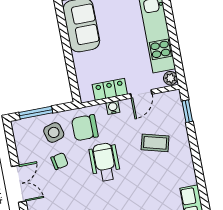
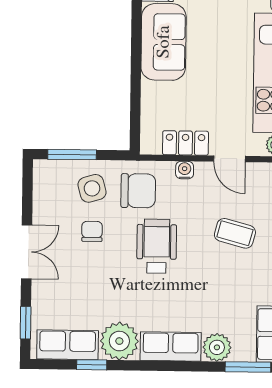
door: (141, 94) -> (229, 159), hinge flipped
chair: (85, 128) -> (138, 191), turned 180
chair: (60, 161) -> (92, 231), turned -79

